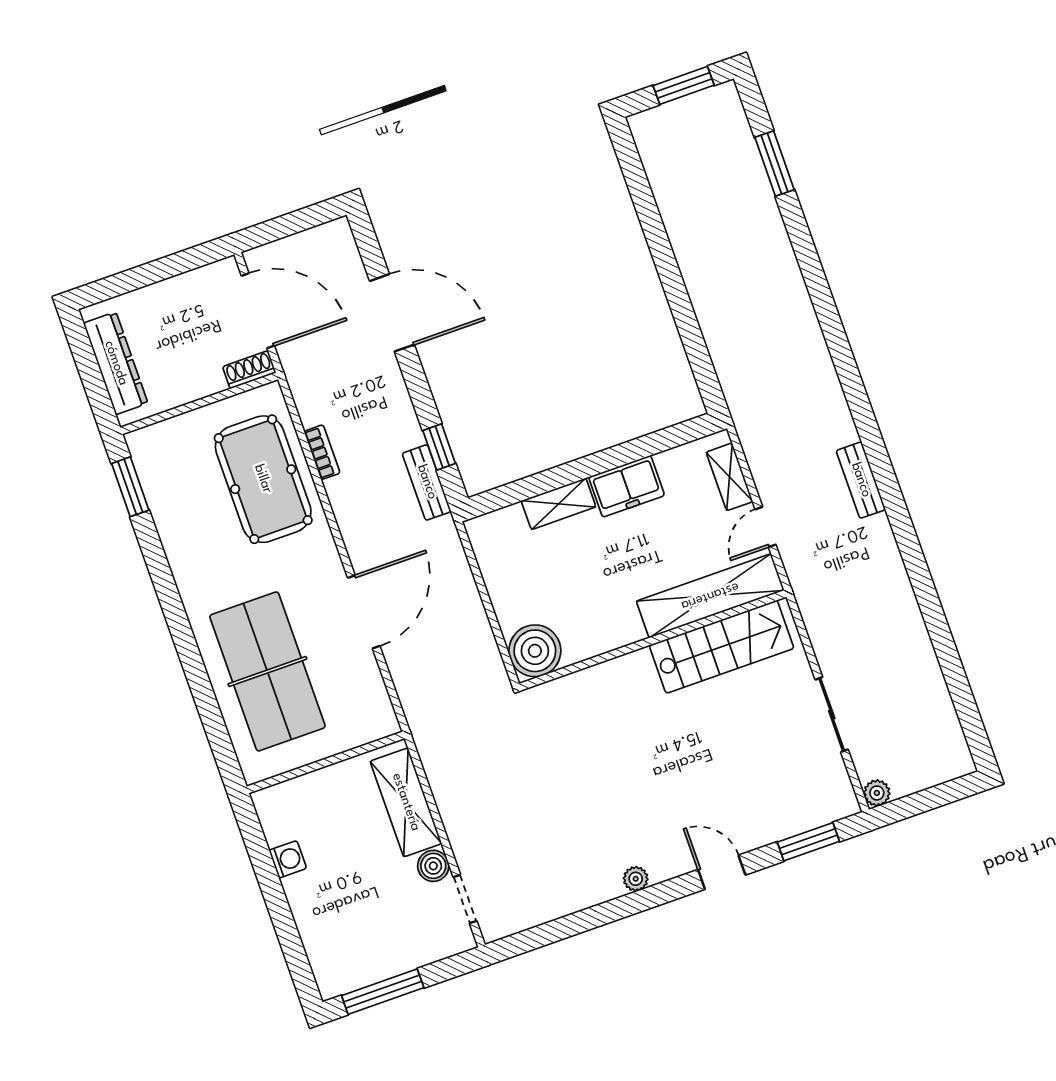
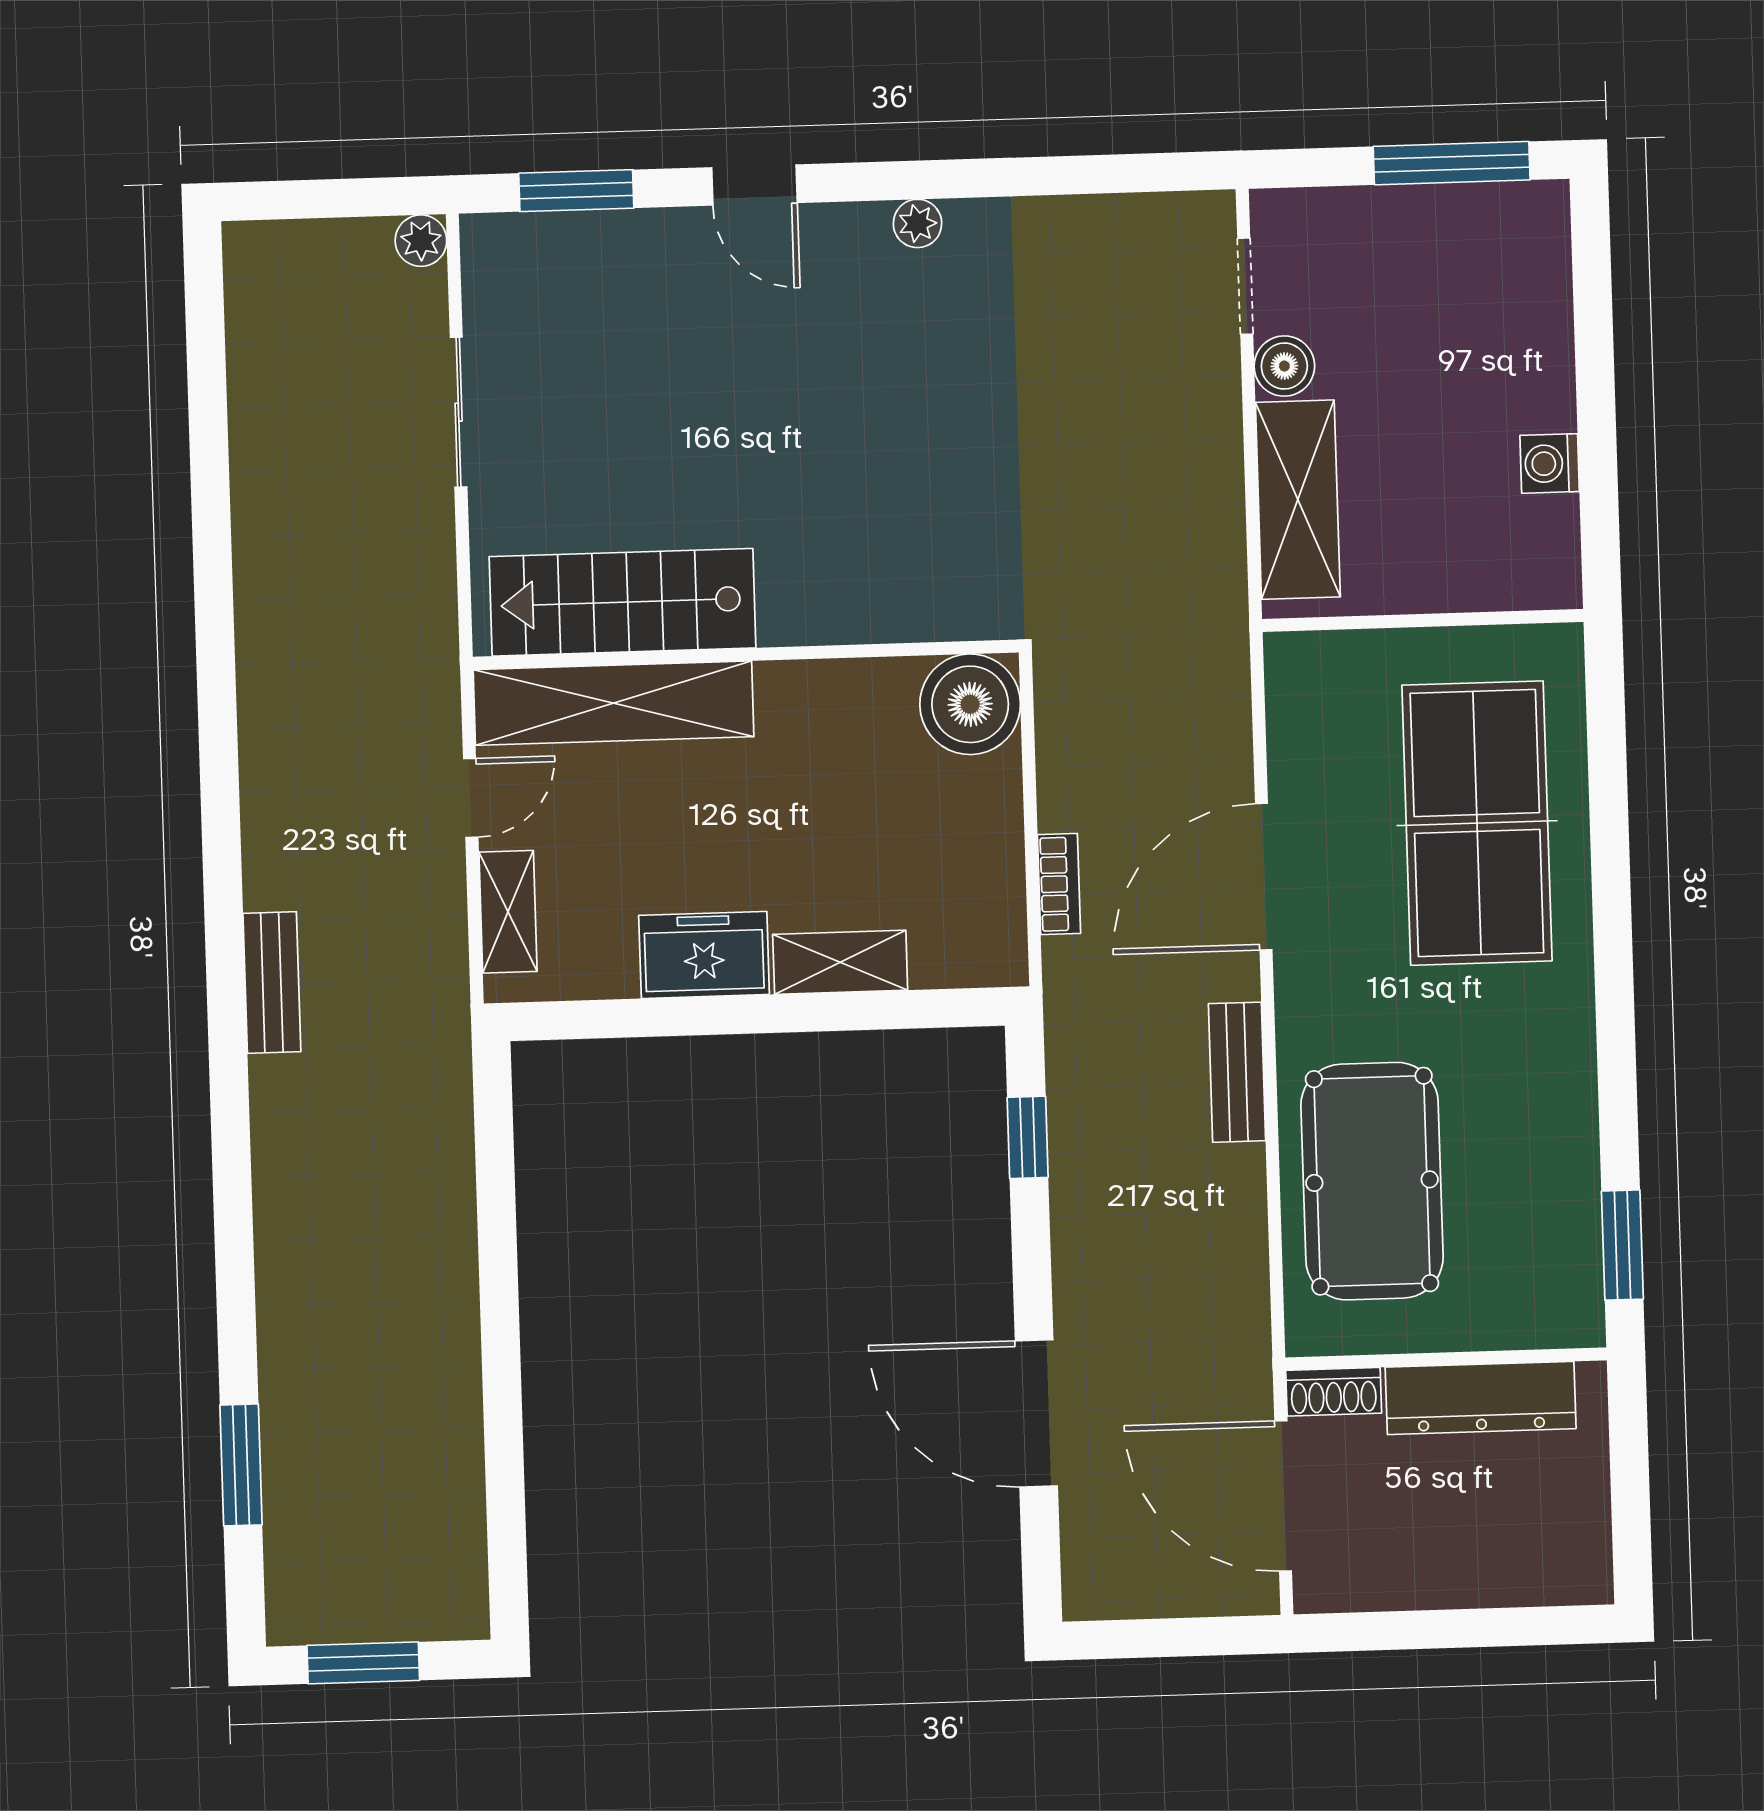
dresser: (116, 363) -> (1481, 1398), moved, turned -90
bookcase: (322, 452) -> (1059, 884), moved, turned 180
bench: (861, 480) -> (272, 982), moved
bench: (427, 482) -> (1237, 1072), moved

